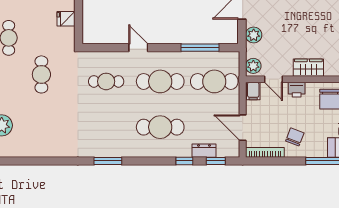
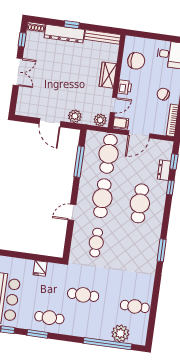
door: (243, 128) -> (139, 134), moved
cafe table: (36, 138) -> (135, 306), added

